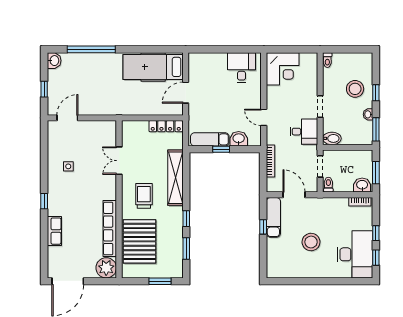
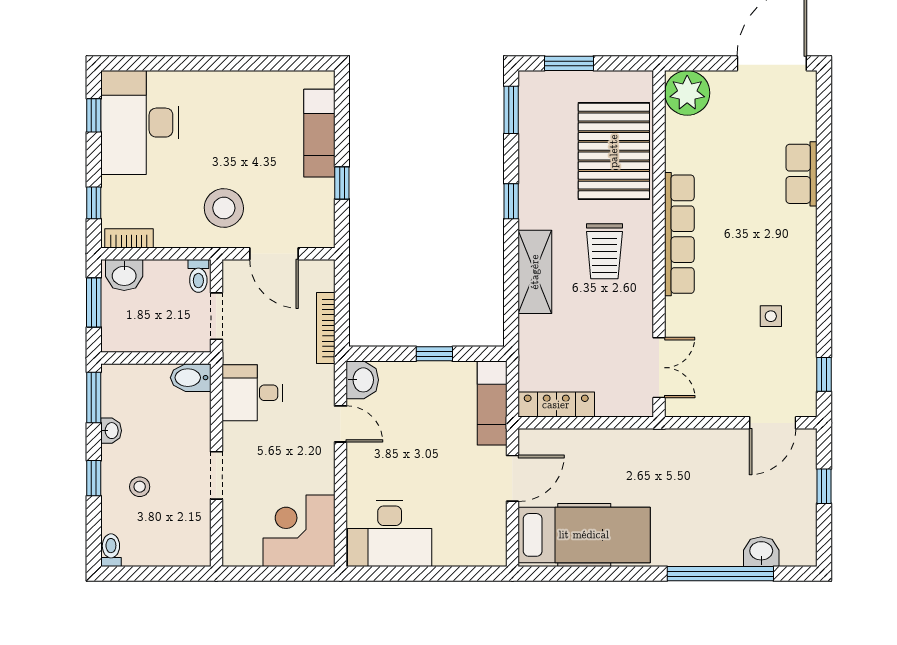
toilet: (327, 60) -> (111, 550), moved
washbasin: (54, 61) -> (761, 552), moved, turned 90
desk: (241, 68) -> (390, 534), width x1.37
stool: (355, 89) -> (140, 487), width x0.53, depth x0.53
doorway: (320, 106) -> (216, 475), moved
exam couch: (210, 139) -> (492, 403), moved, turned 90
washbasin: (239, 139) -> (362, 380), moved, turned -90
double door: (119, 161) -> (659, 368), moved
shelving: (175, 178) -> (535, 272), width x0.68
window: (44, 201) -> (824, 374), moved
exam couch: (273, 217) -> (319, 133), moved
row of seats: (110, 228) -> (679, 234), moved
window: (376, 233) -> (94, 203), moved
stool: (311, 242) -> (224, 208), moved
window: (186, 248) -> (511, 110), moved

